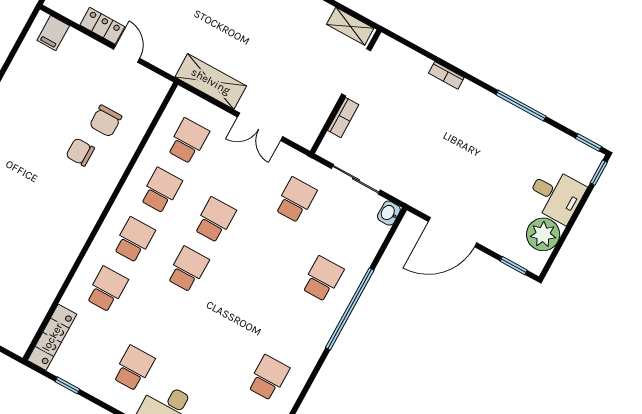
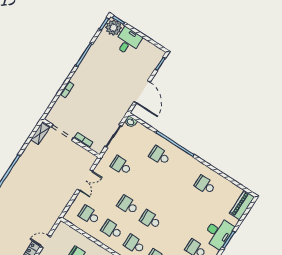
shelving: (211, 81) -> (62, 202), removed
plant: (543, 234) -> (114, 28), moved

